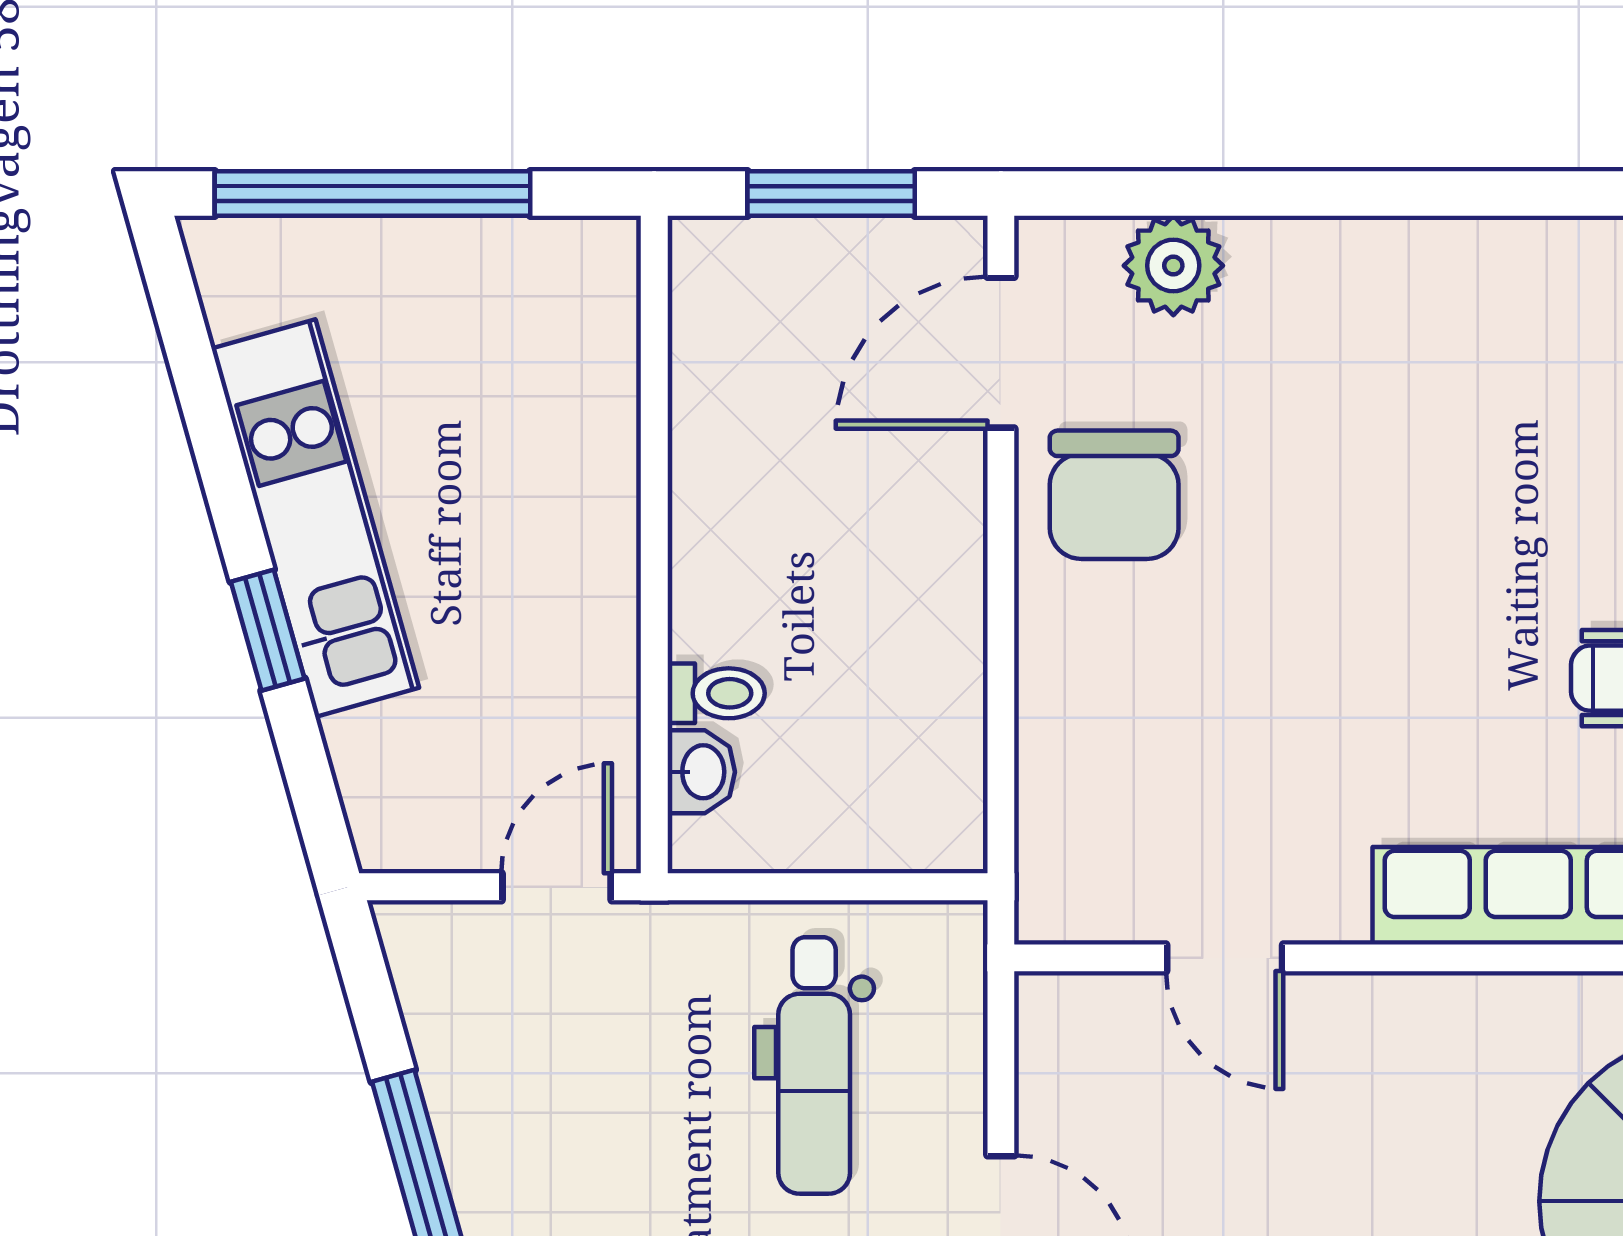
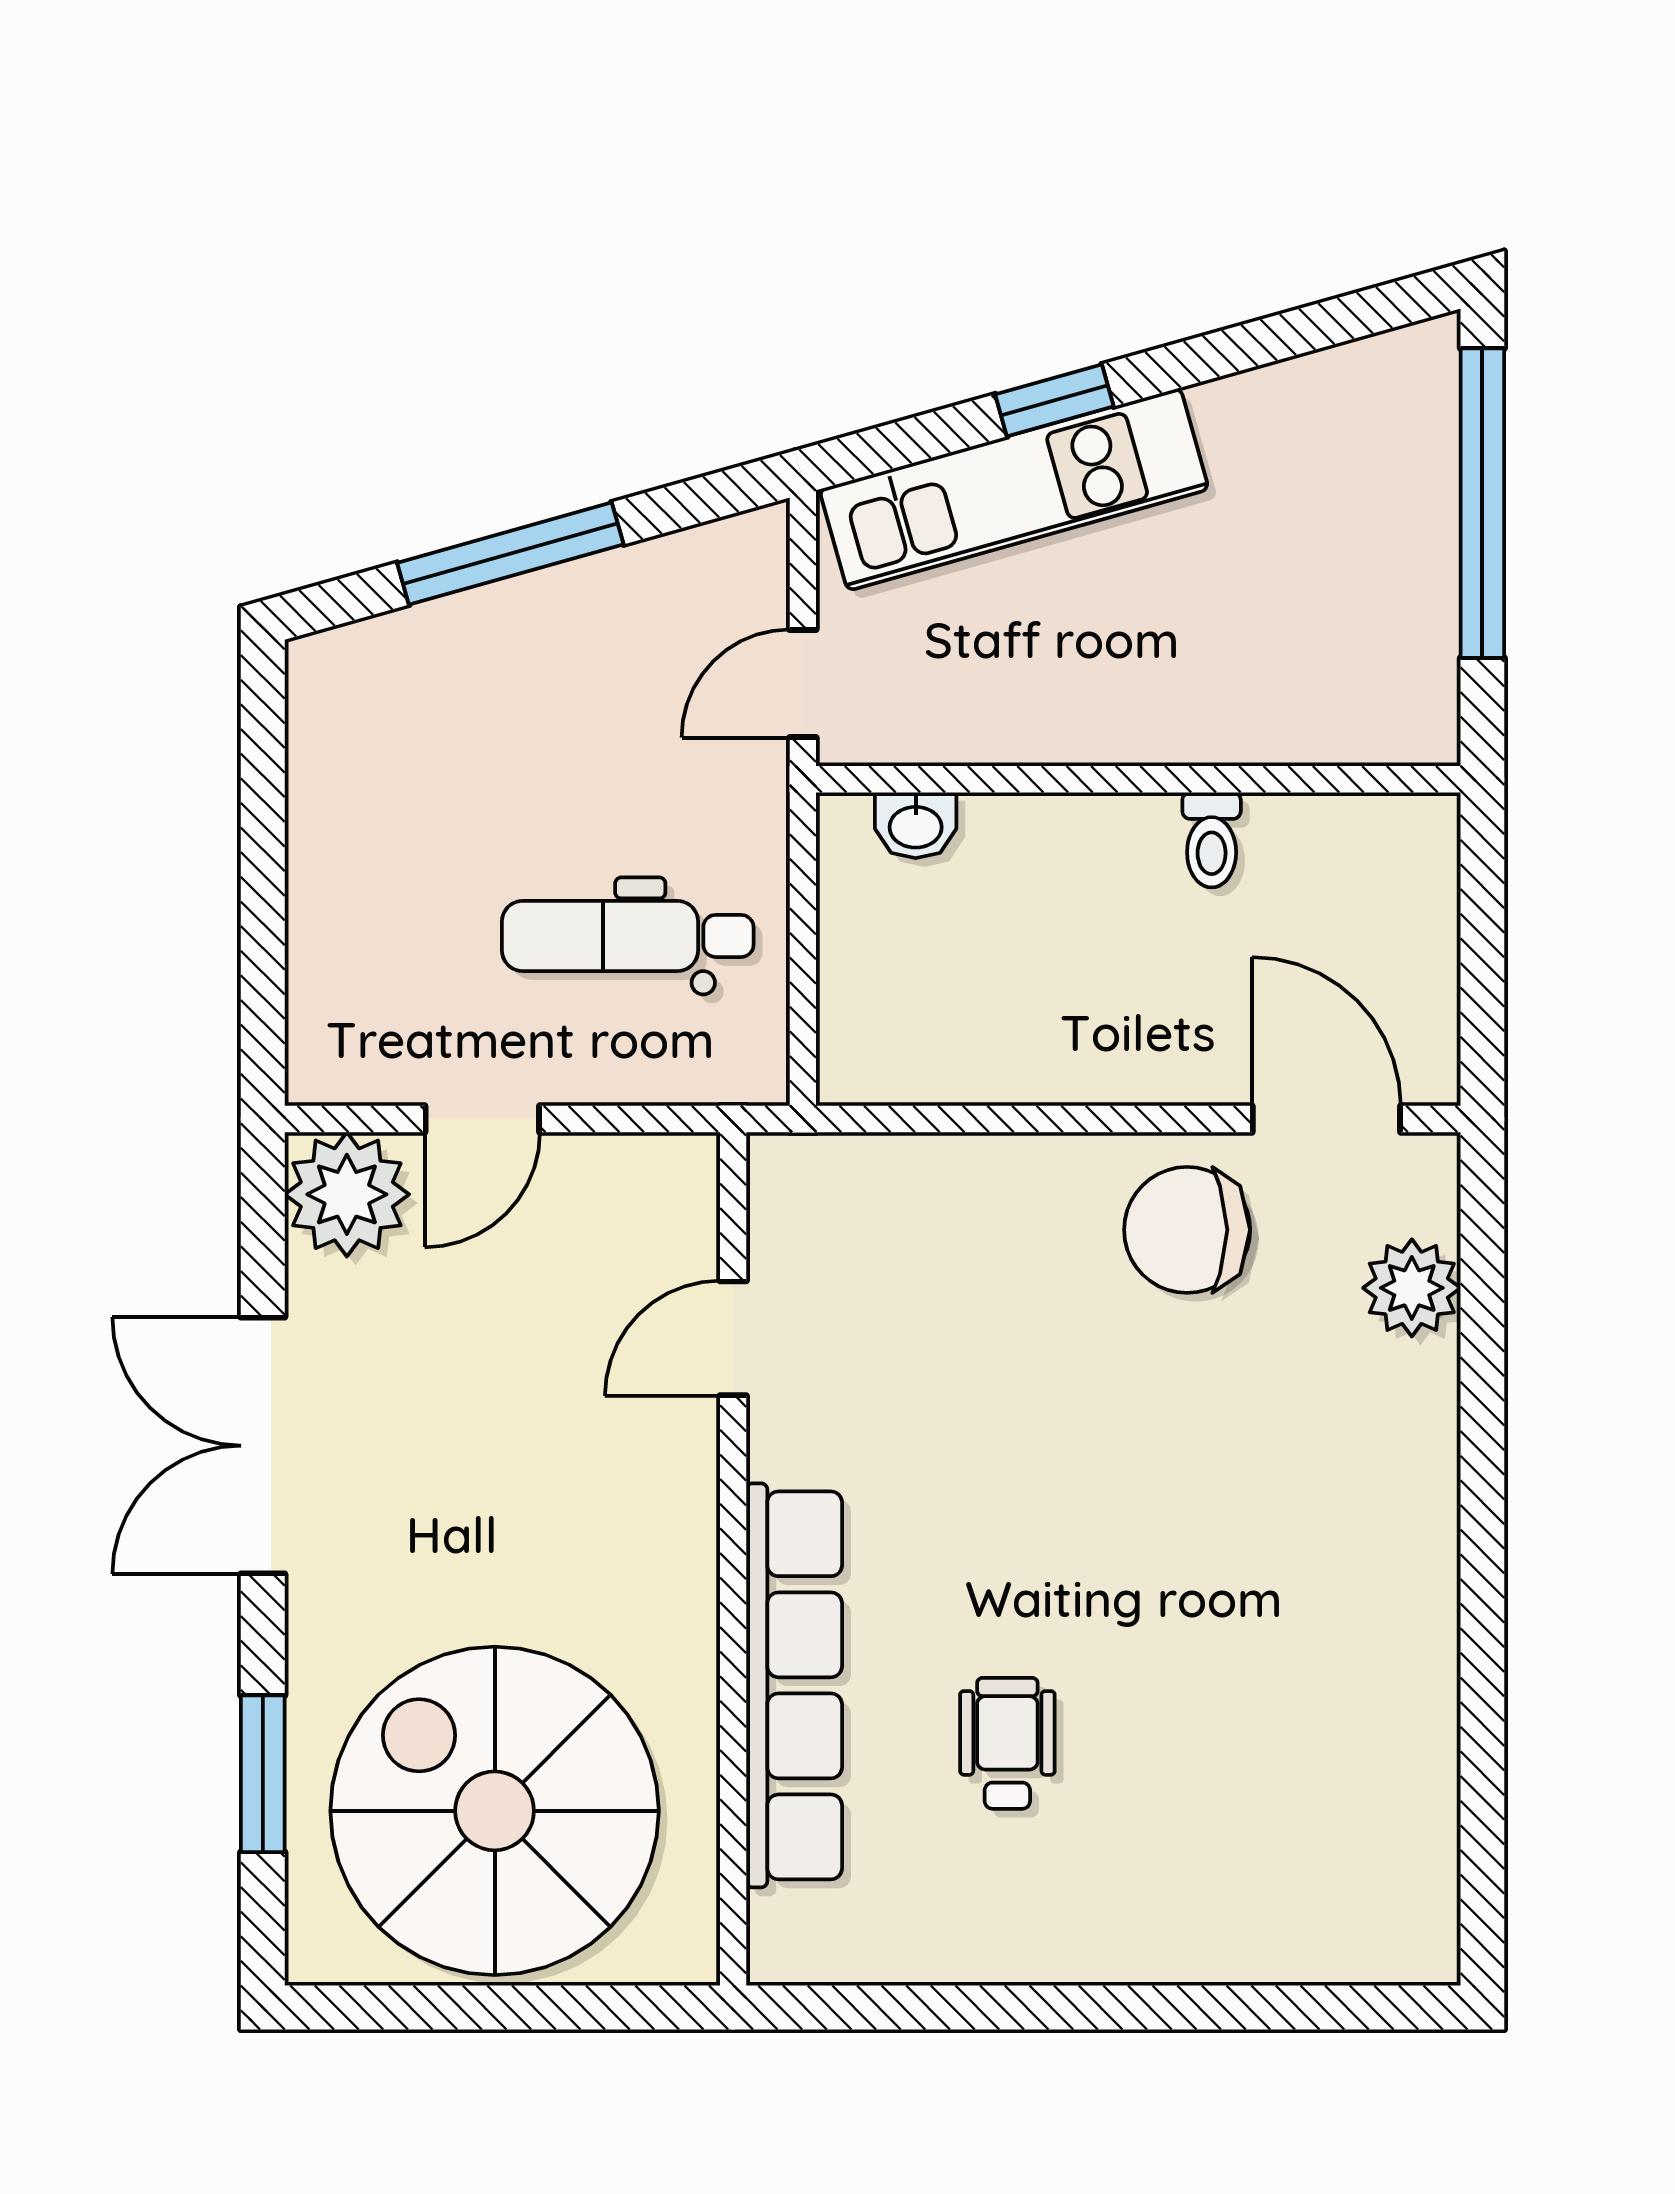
window: (831, 194) -> (1482, 953), removed
kitchen unit: (315, 518) -> (1014, 489), moved
toilet: (716, 693) -> (1212, 840), moved
door: (557, 887) -> (803, 684), swing flipped

